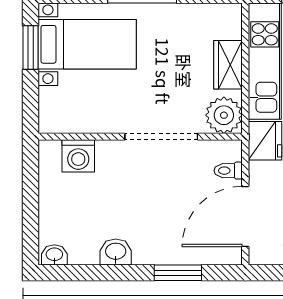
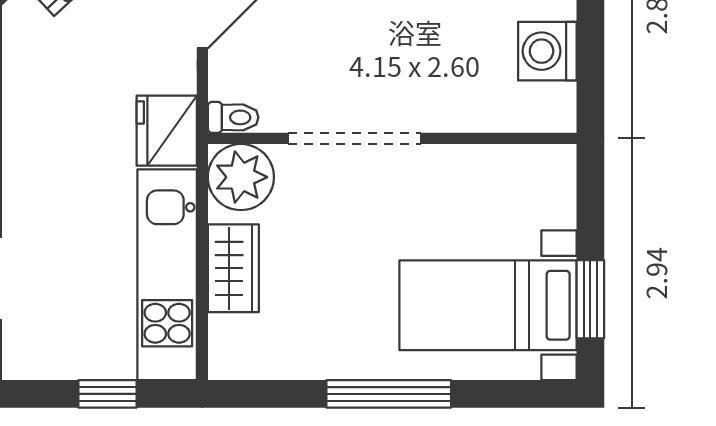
washing machine: (78, 156) -> (547, 51), moved, turned -90
toilet: (228, 171) -> (233, 117), moved

